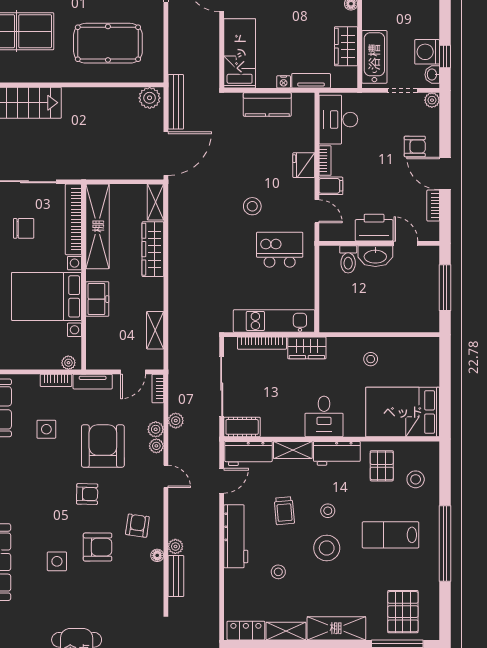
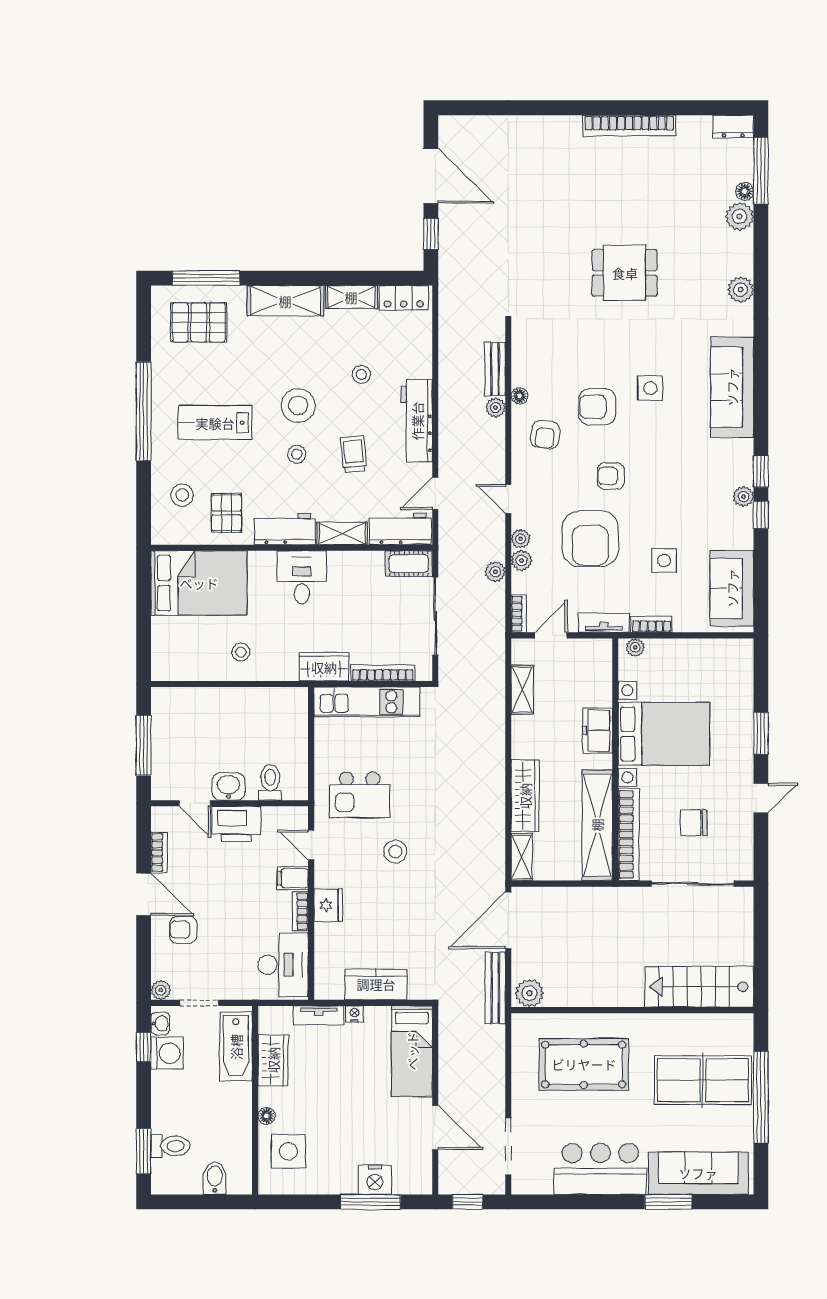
washbasin: (375, 256) -> (228, 787), width x0.72
lab bench: (391, 535) -> (215, 423), turned 180
pallet: (403, 612) -> (199, 322), turned 90

